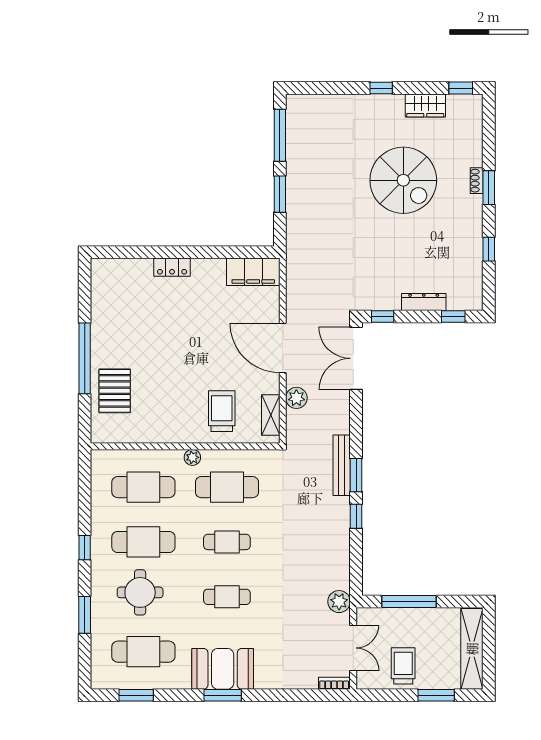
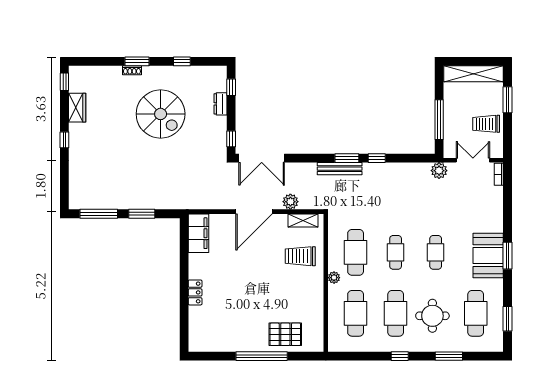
spiral stairs: (403, 180) -> (161, 114), moved, turned 90
dresser: (424, 302) -> (221, 104), width x0.70

